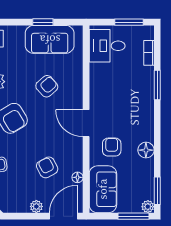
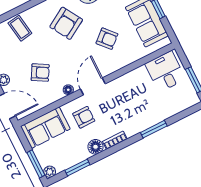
bookcase: (149, 53) -> (115, 140), moved
armchair: (47, 167) -> (40, 73), turned 58
floor lamp: (77, 177) -> (68, 90), moved
window: (157, 191) -> (77, 168), moved

